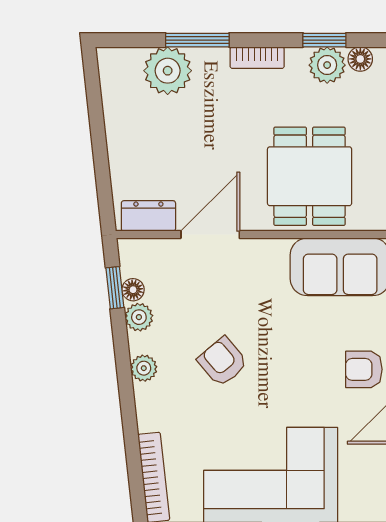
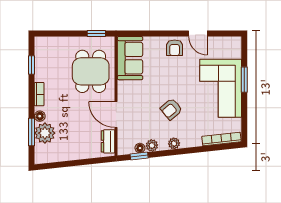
window: (197, 40) -> (32, 132), moved
floor lamp: (360, 59) -> (40, 116), moved
plant: (327, 65) -> (42, 64), removed
dining table: (310, 176) -> (91, 71), turned 90

